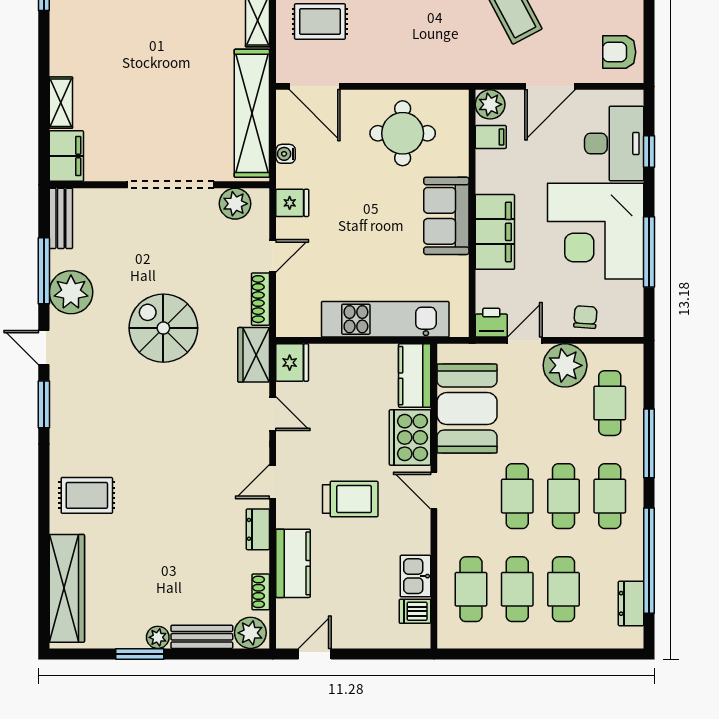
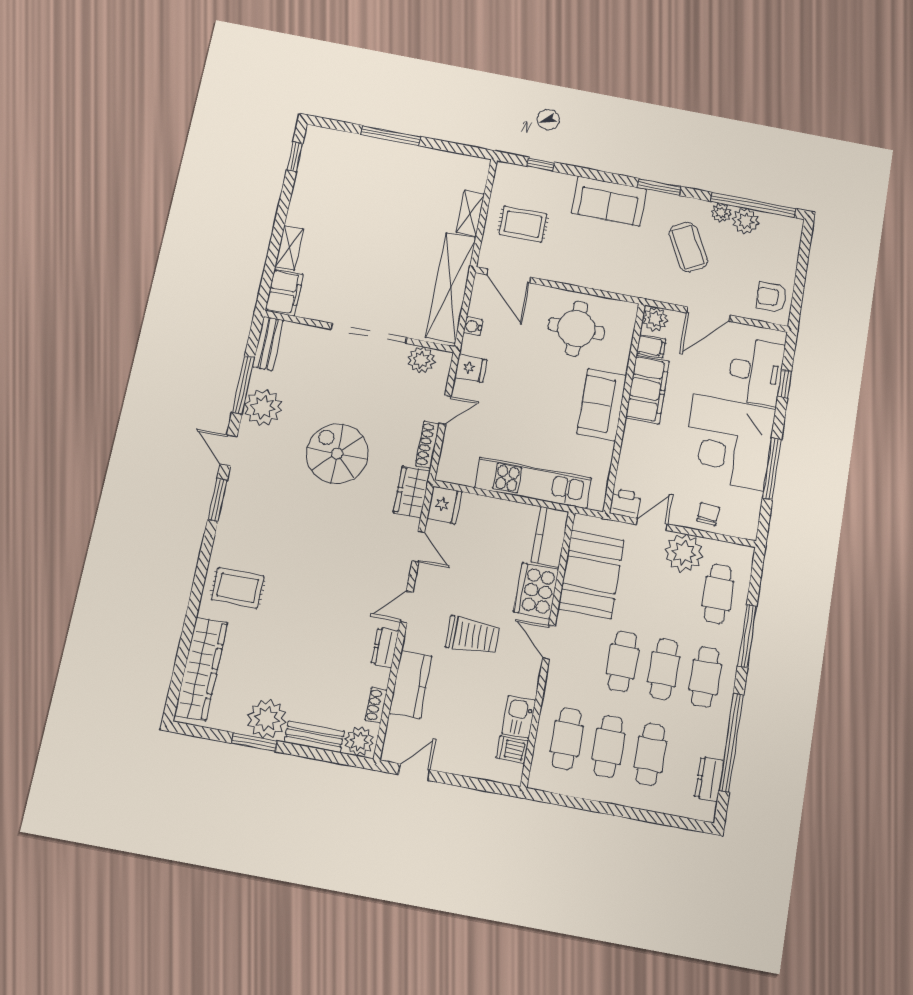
filing cabinet: (495, 232) -> (647, 389), moved
plant: (158, 637) -> (267, 719), width x1.87, depth x1.87

